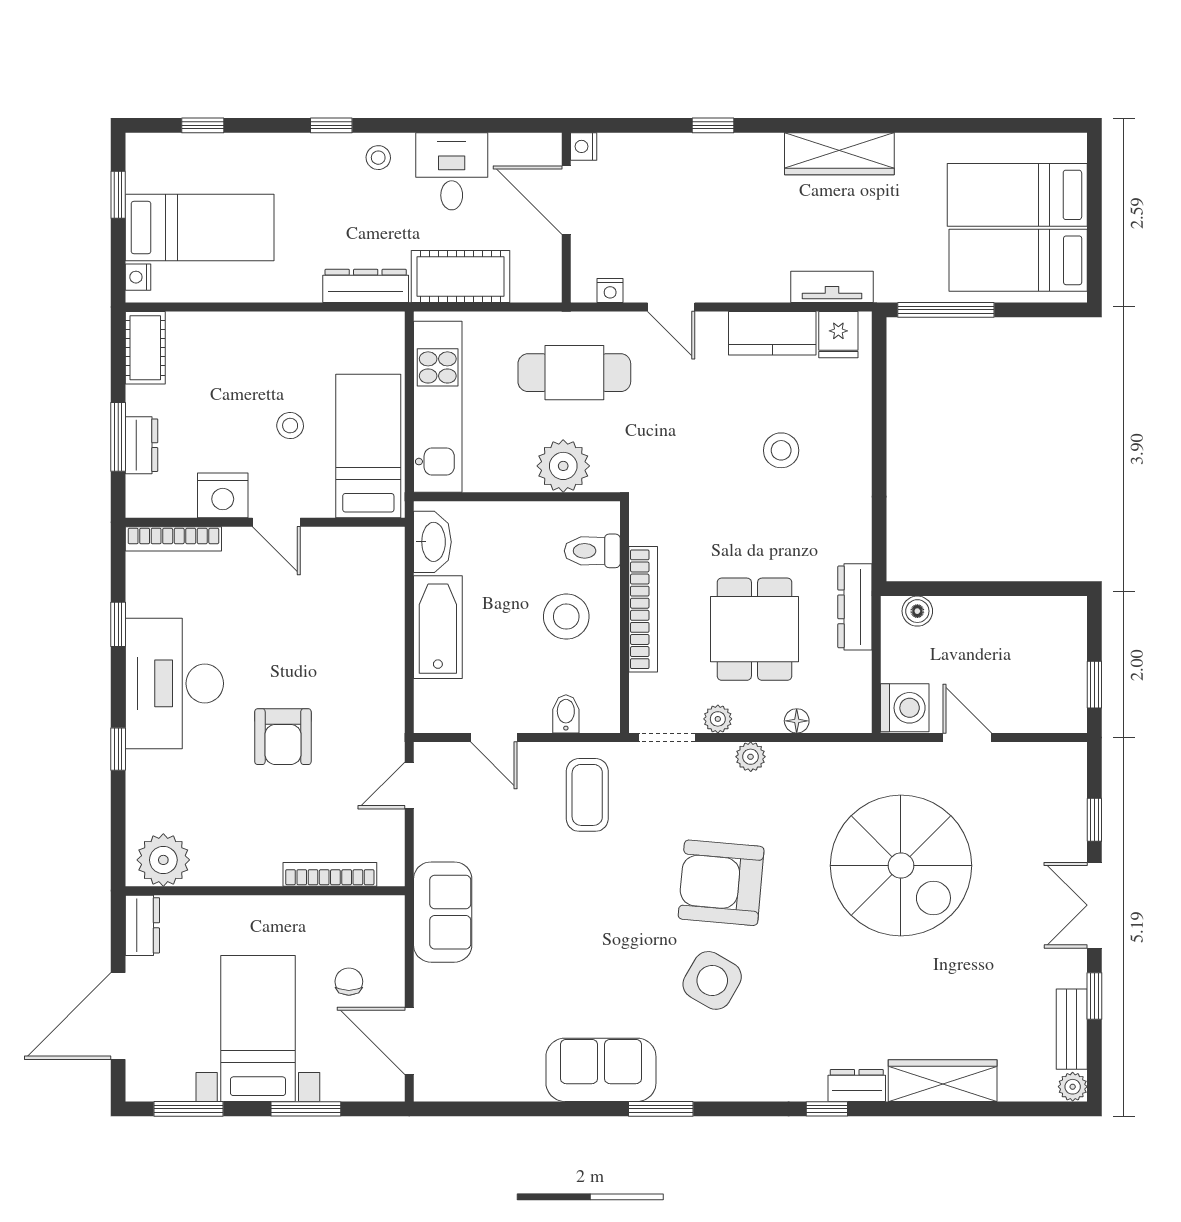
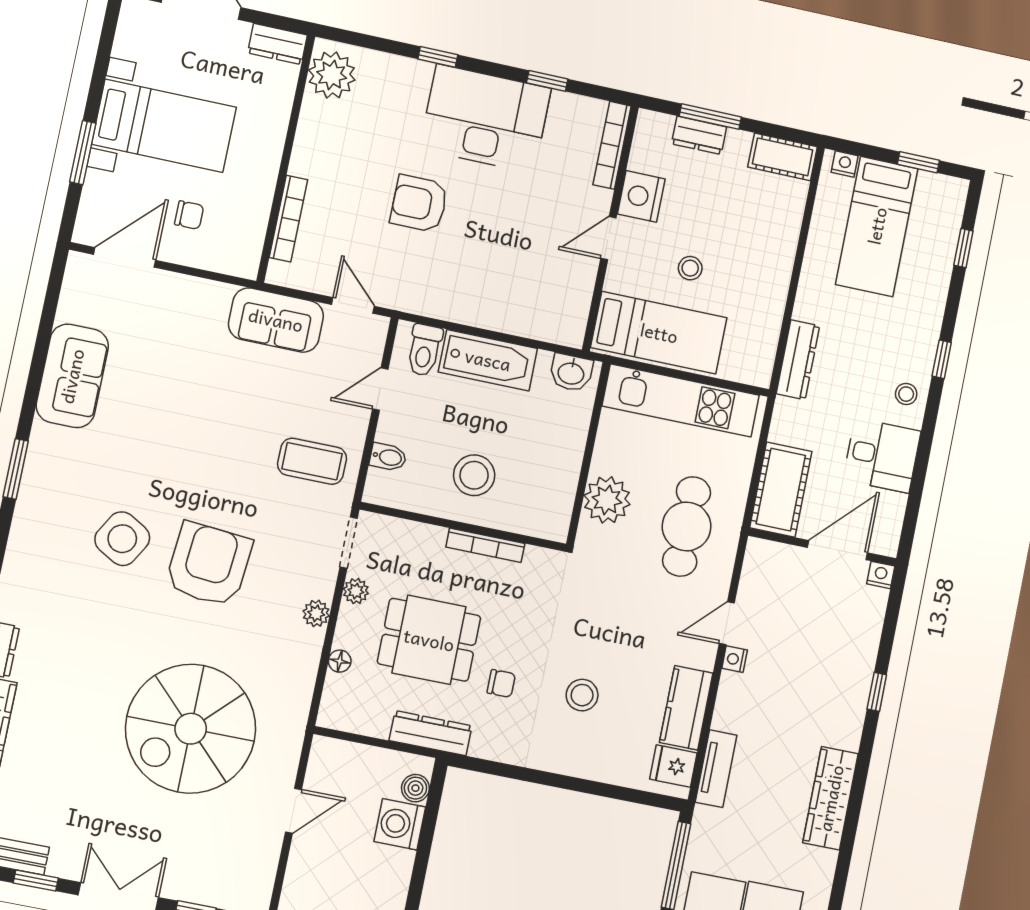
cot: (461, 276) -> (781, 490), moved
nightstand: (610, 290) -> (735, 659), moved
chair: (786, 541) -> (501, 683), added
washbasin: (432, 542) -> (571, 373), width x0.72
toilet: (592, 551) -> (424, 350), moved, turned 180
bookcase: (643, 609) -> (485, 545), width x0.68, depth x0.76
washing machine: (905, 708) -> (400, 824), moved, turned 90
sofa: (443, 912) -> (276, 320), moved
sofa: (601, 1070) -> (72, 376), moved
window: (189, 1109) -> (105, 49), removed

